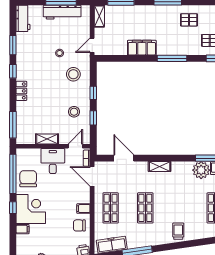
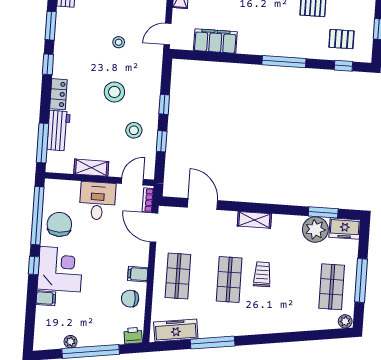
filing cabinet: (142, 48) -> (215, 41), moved
stool: (73, 74) -> (114, 92), moved
workbench: (23, 115) -> (58, 131), added
trolley: (178, 231) -> (262, 274), moved

